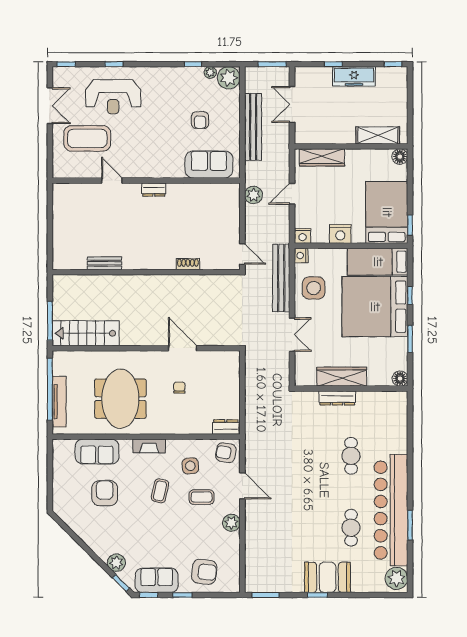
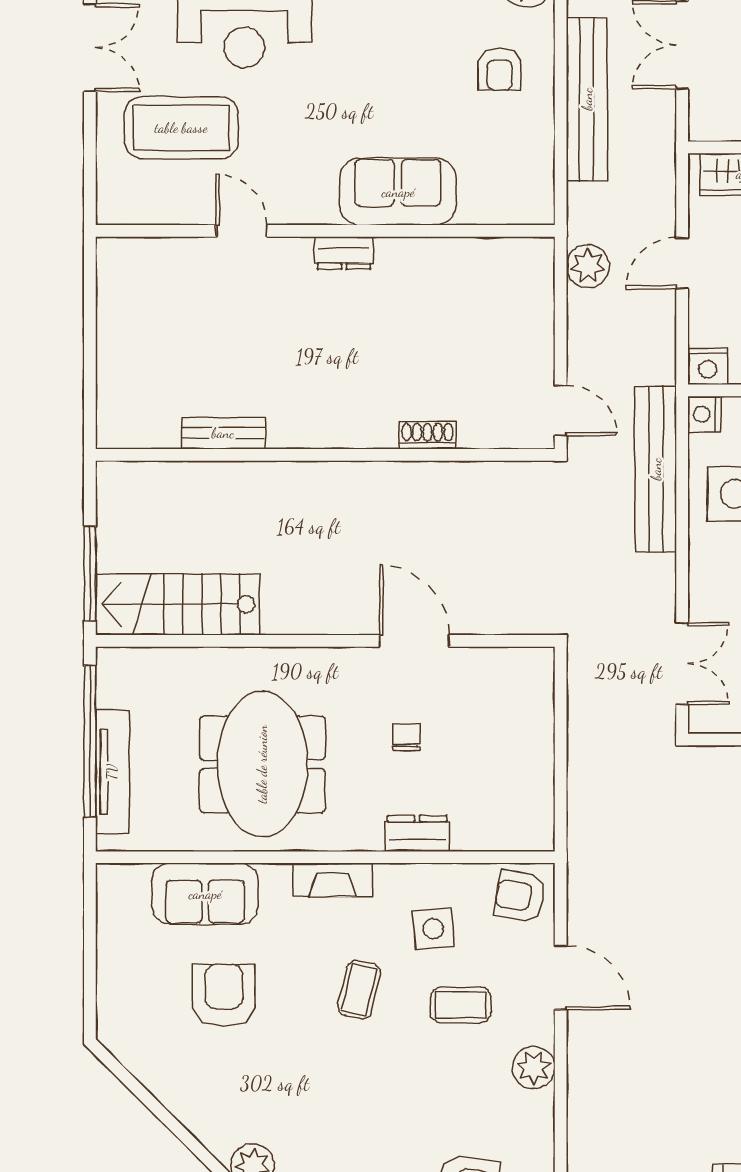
armchair: (200, 120) -> (500, 69), moved
sofa: (209, 164) -> (398, 192), moved
double door: (292, 335) -> (682, 664), moved
dresser: (226, 427) -> (417, 833), moved

